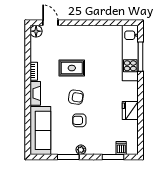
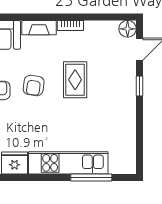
window: (76, 23) -> (139, 86), added
kitchen unit: (130, 53) -> (68, 163), moved

